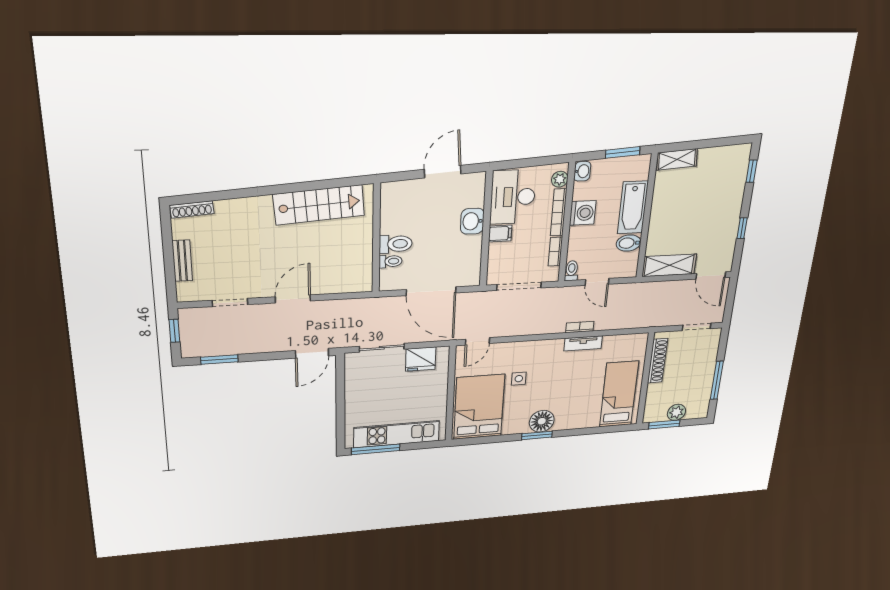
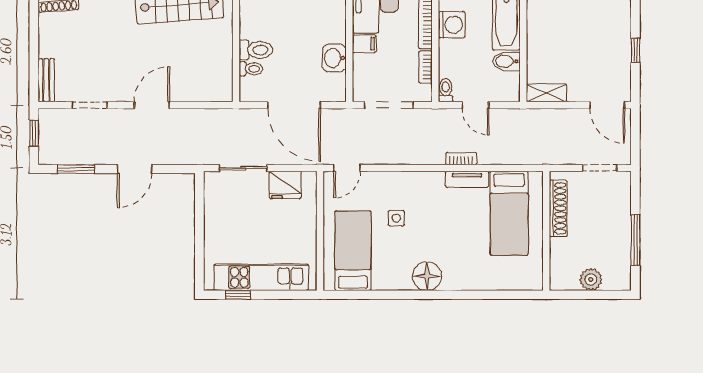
washbasin: (472, 221) -> (334, 58), moved
bench: (182, 261) -> (46, 80), moved
shelving: (669, 265) -> (546, 93), width x0.67, depth x0.75
door: (312, 353) -> (135, 169), moved
bed: (619, 394) -> (509, 213), moved, turned 180
bed: (479, 407) -> (353, 251), width x0.67
window: (664, 424) -> (578, 295), removed
window: (537, 435) -> (423, 295), removed
window: (376, 449) -> (238, 295), width x0.46

